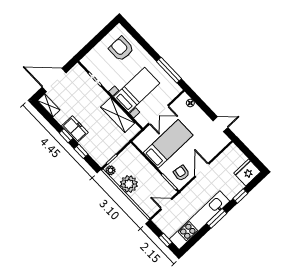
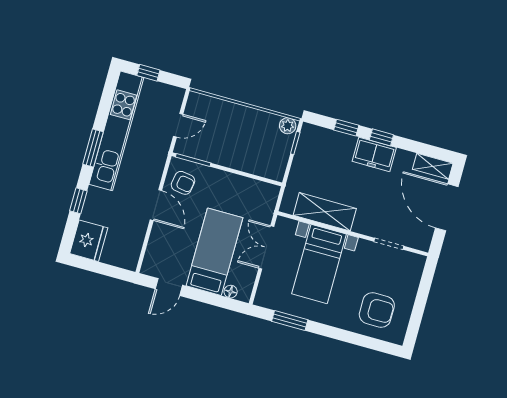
window: (169, 70) -> (290, 321), width x0.69
door: (54, 80) -> (447, 207), swing flipped
bed: (168, 144) -> (214, 252), moved, turned 180
plant: (129, 184) -> (249, 122), removed

